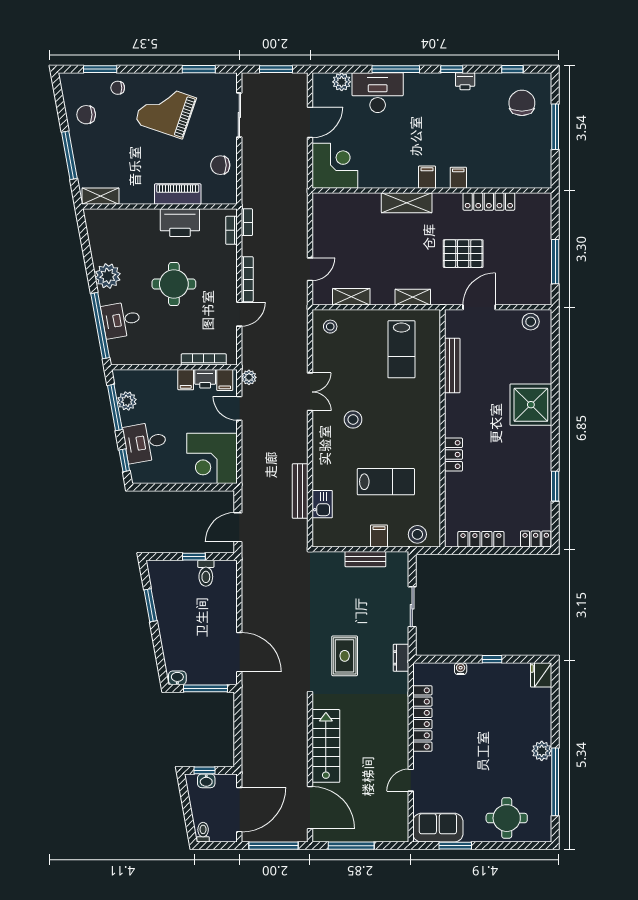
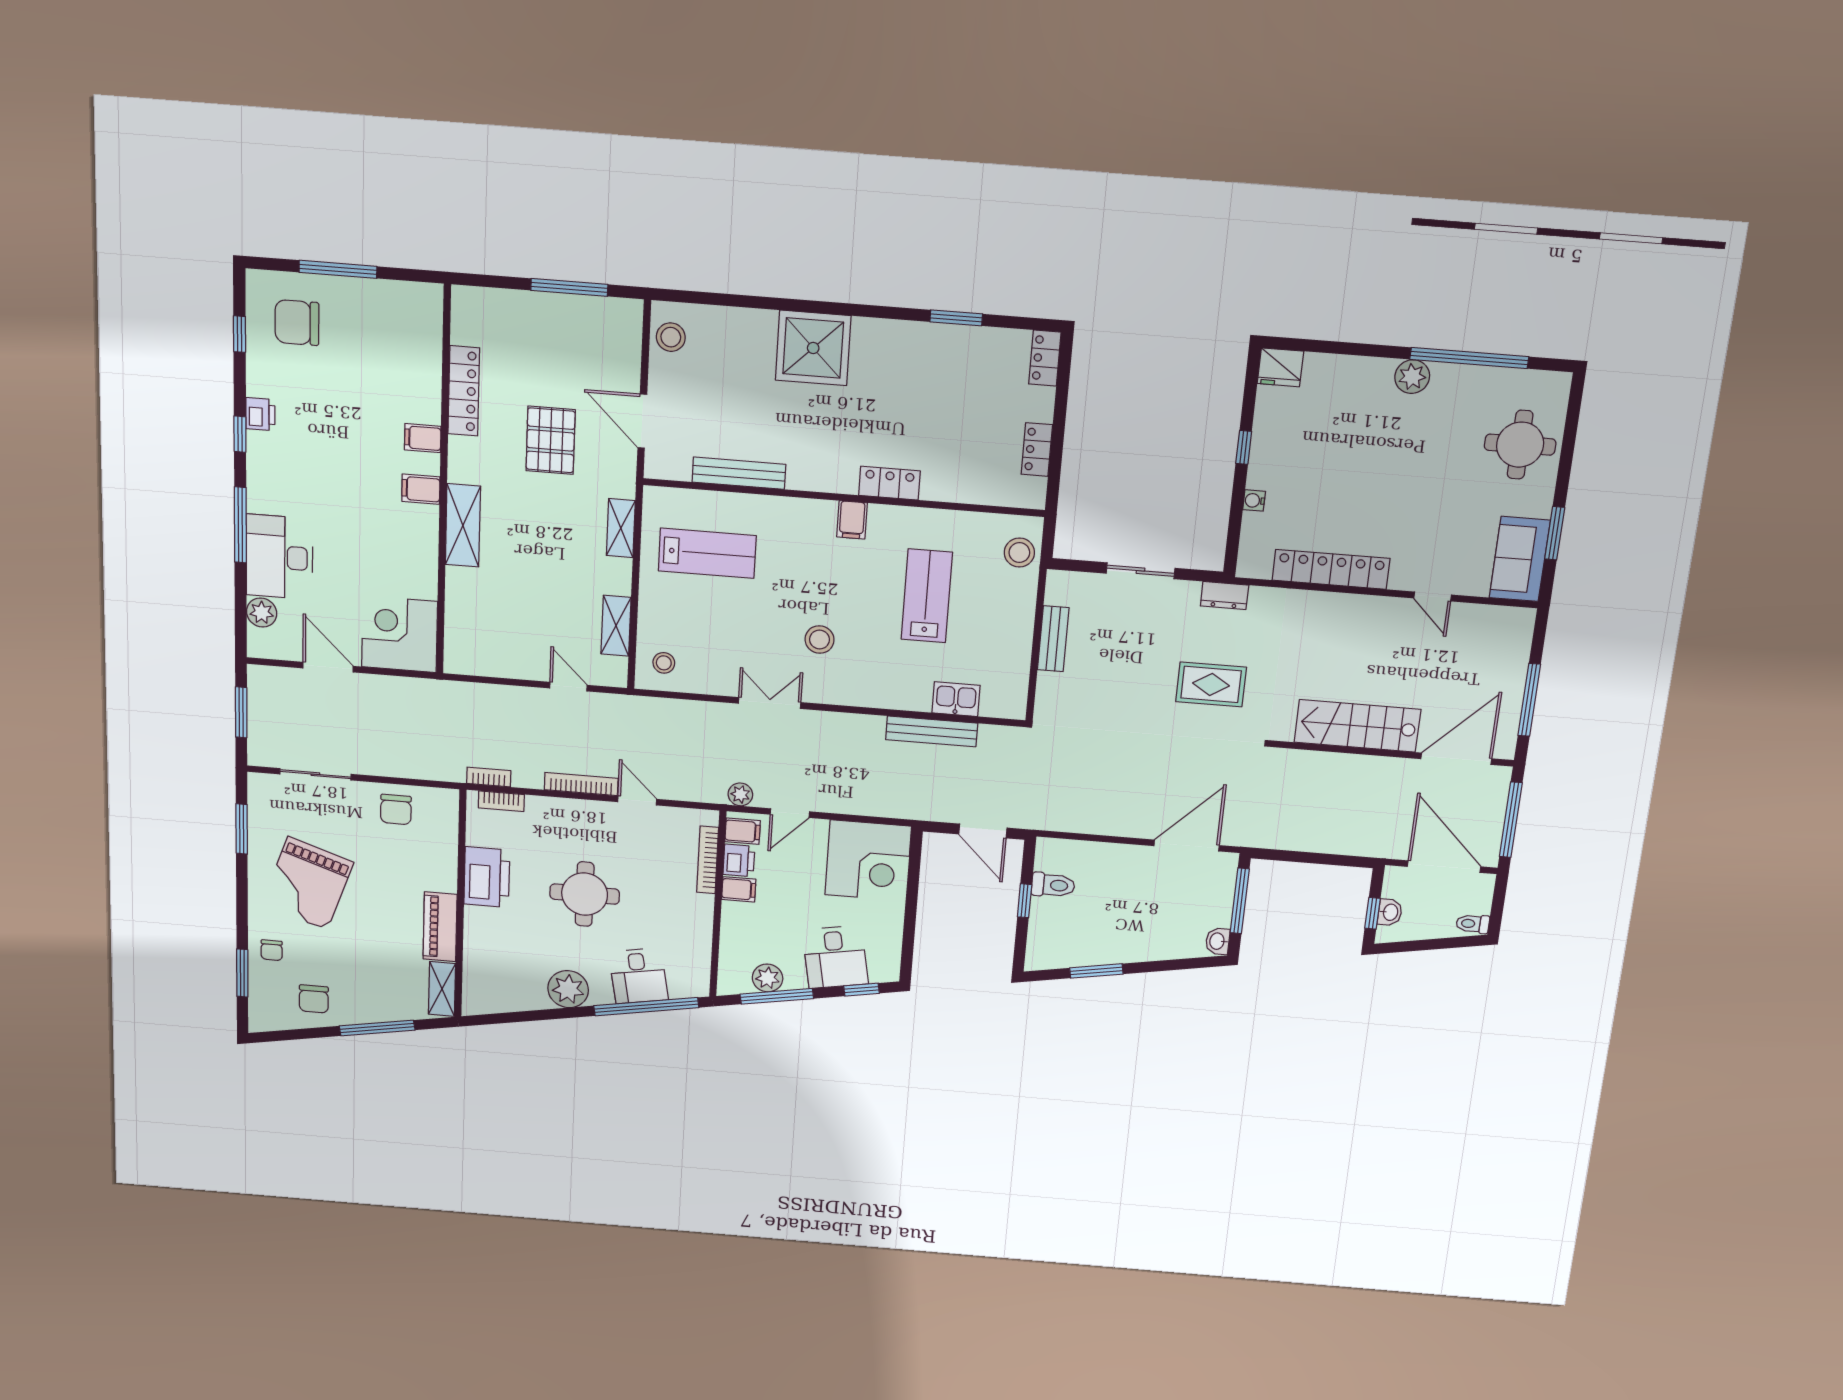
piano: (178, 194) -> (440, 927), moved
filing cabinet: (379, 536) -> (852, 520), moved, turned -90
locker: (481, 539) -> (1037, 450), width x0.66

